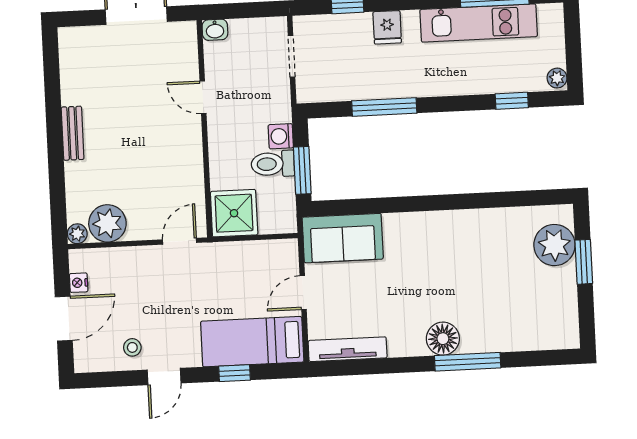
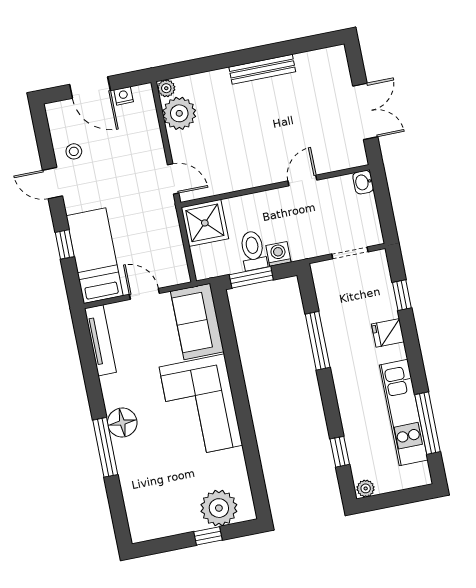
bench: (73, 133) -> (262, 69), width x1.36
corner sofa: (438, 248) -> (201, 406), added
window: (584, 262) -> (208, 536), width x0.67

